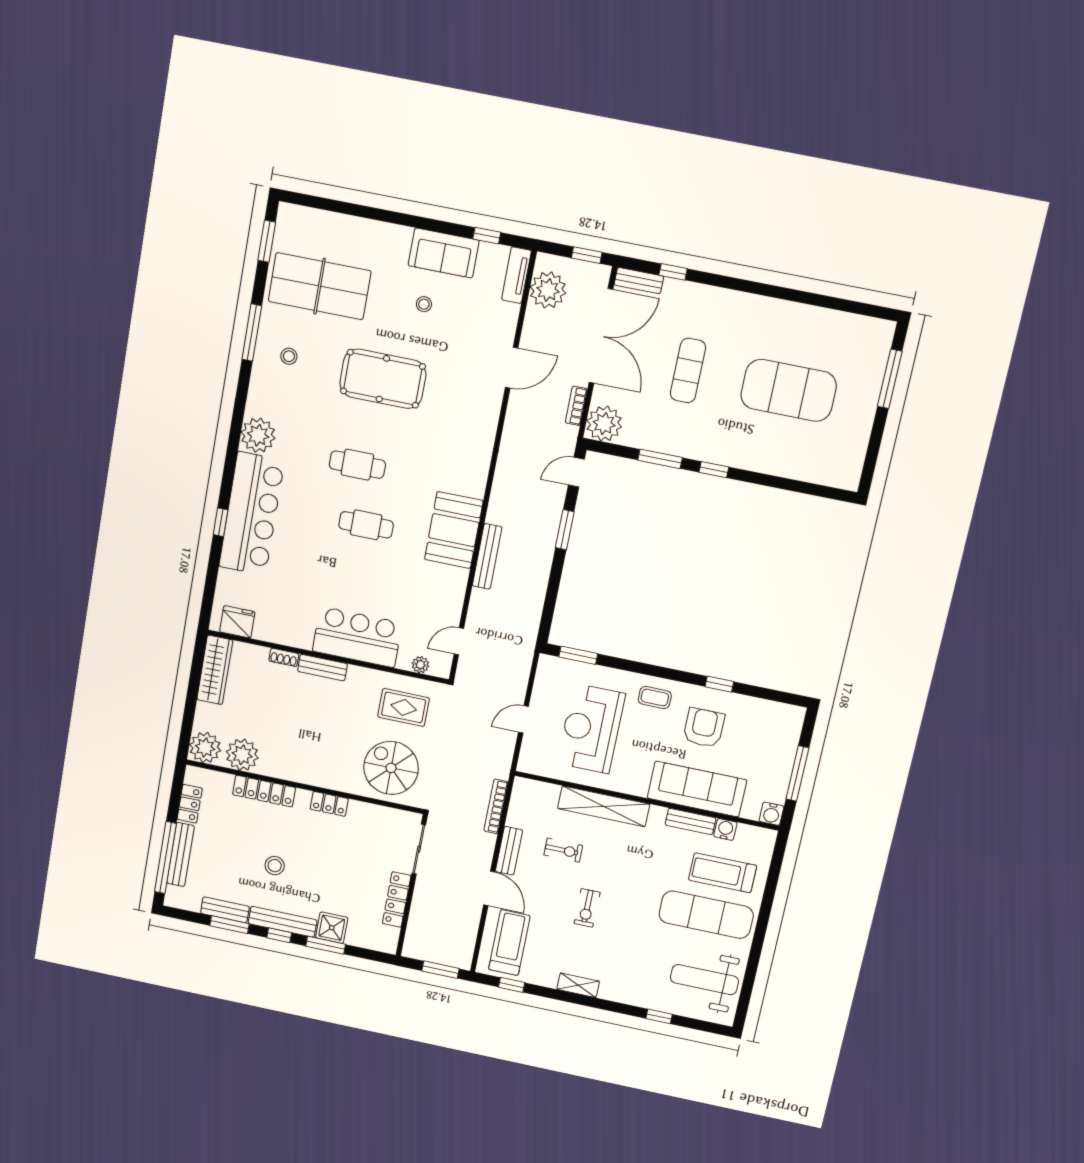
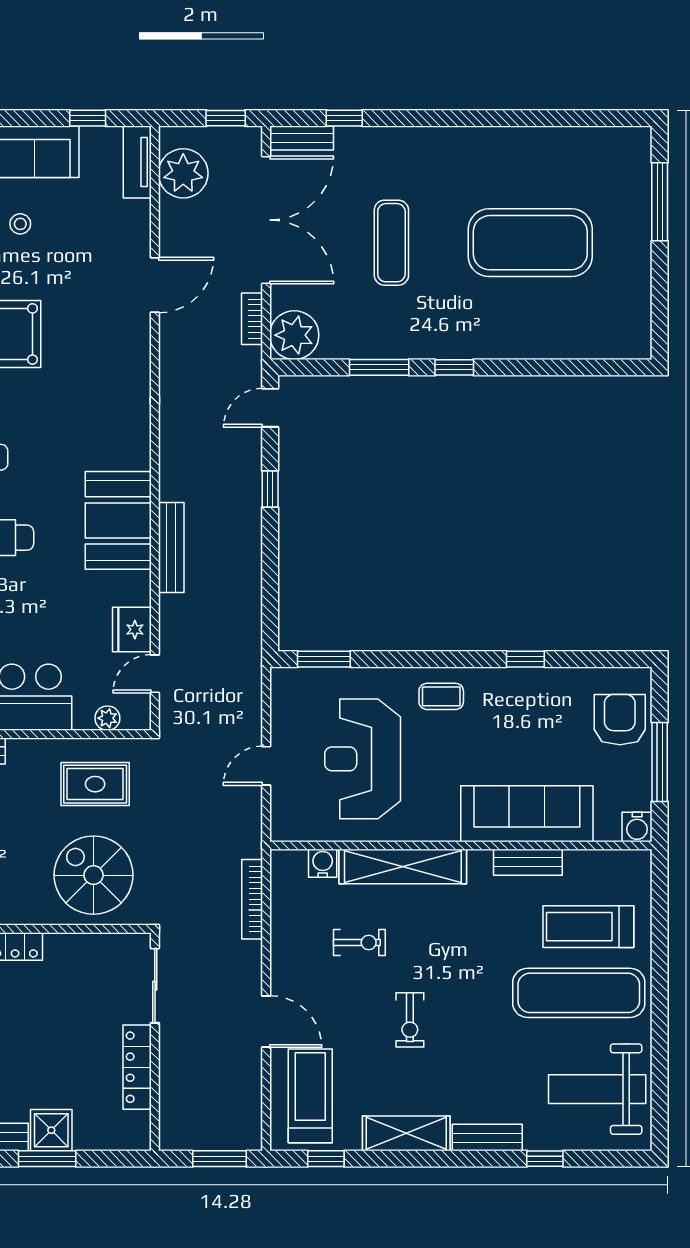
window: (565, 530) -> (270, 489), width x0.67
fridge: (449, 608) -> (132, 630), added
armchair: (704, 728) -> (620, 720), moved
water cooler: (725, 829) -> (323, 863), moved
bench: (509, 851) -> (487, 1138), moved, turned 90
shelving: (578, 985) -> (406, 1133), width x1.50, depth x1.33

